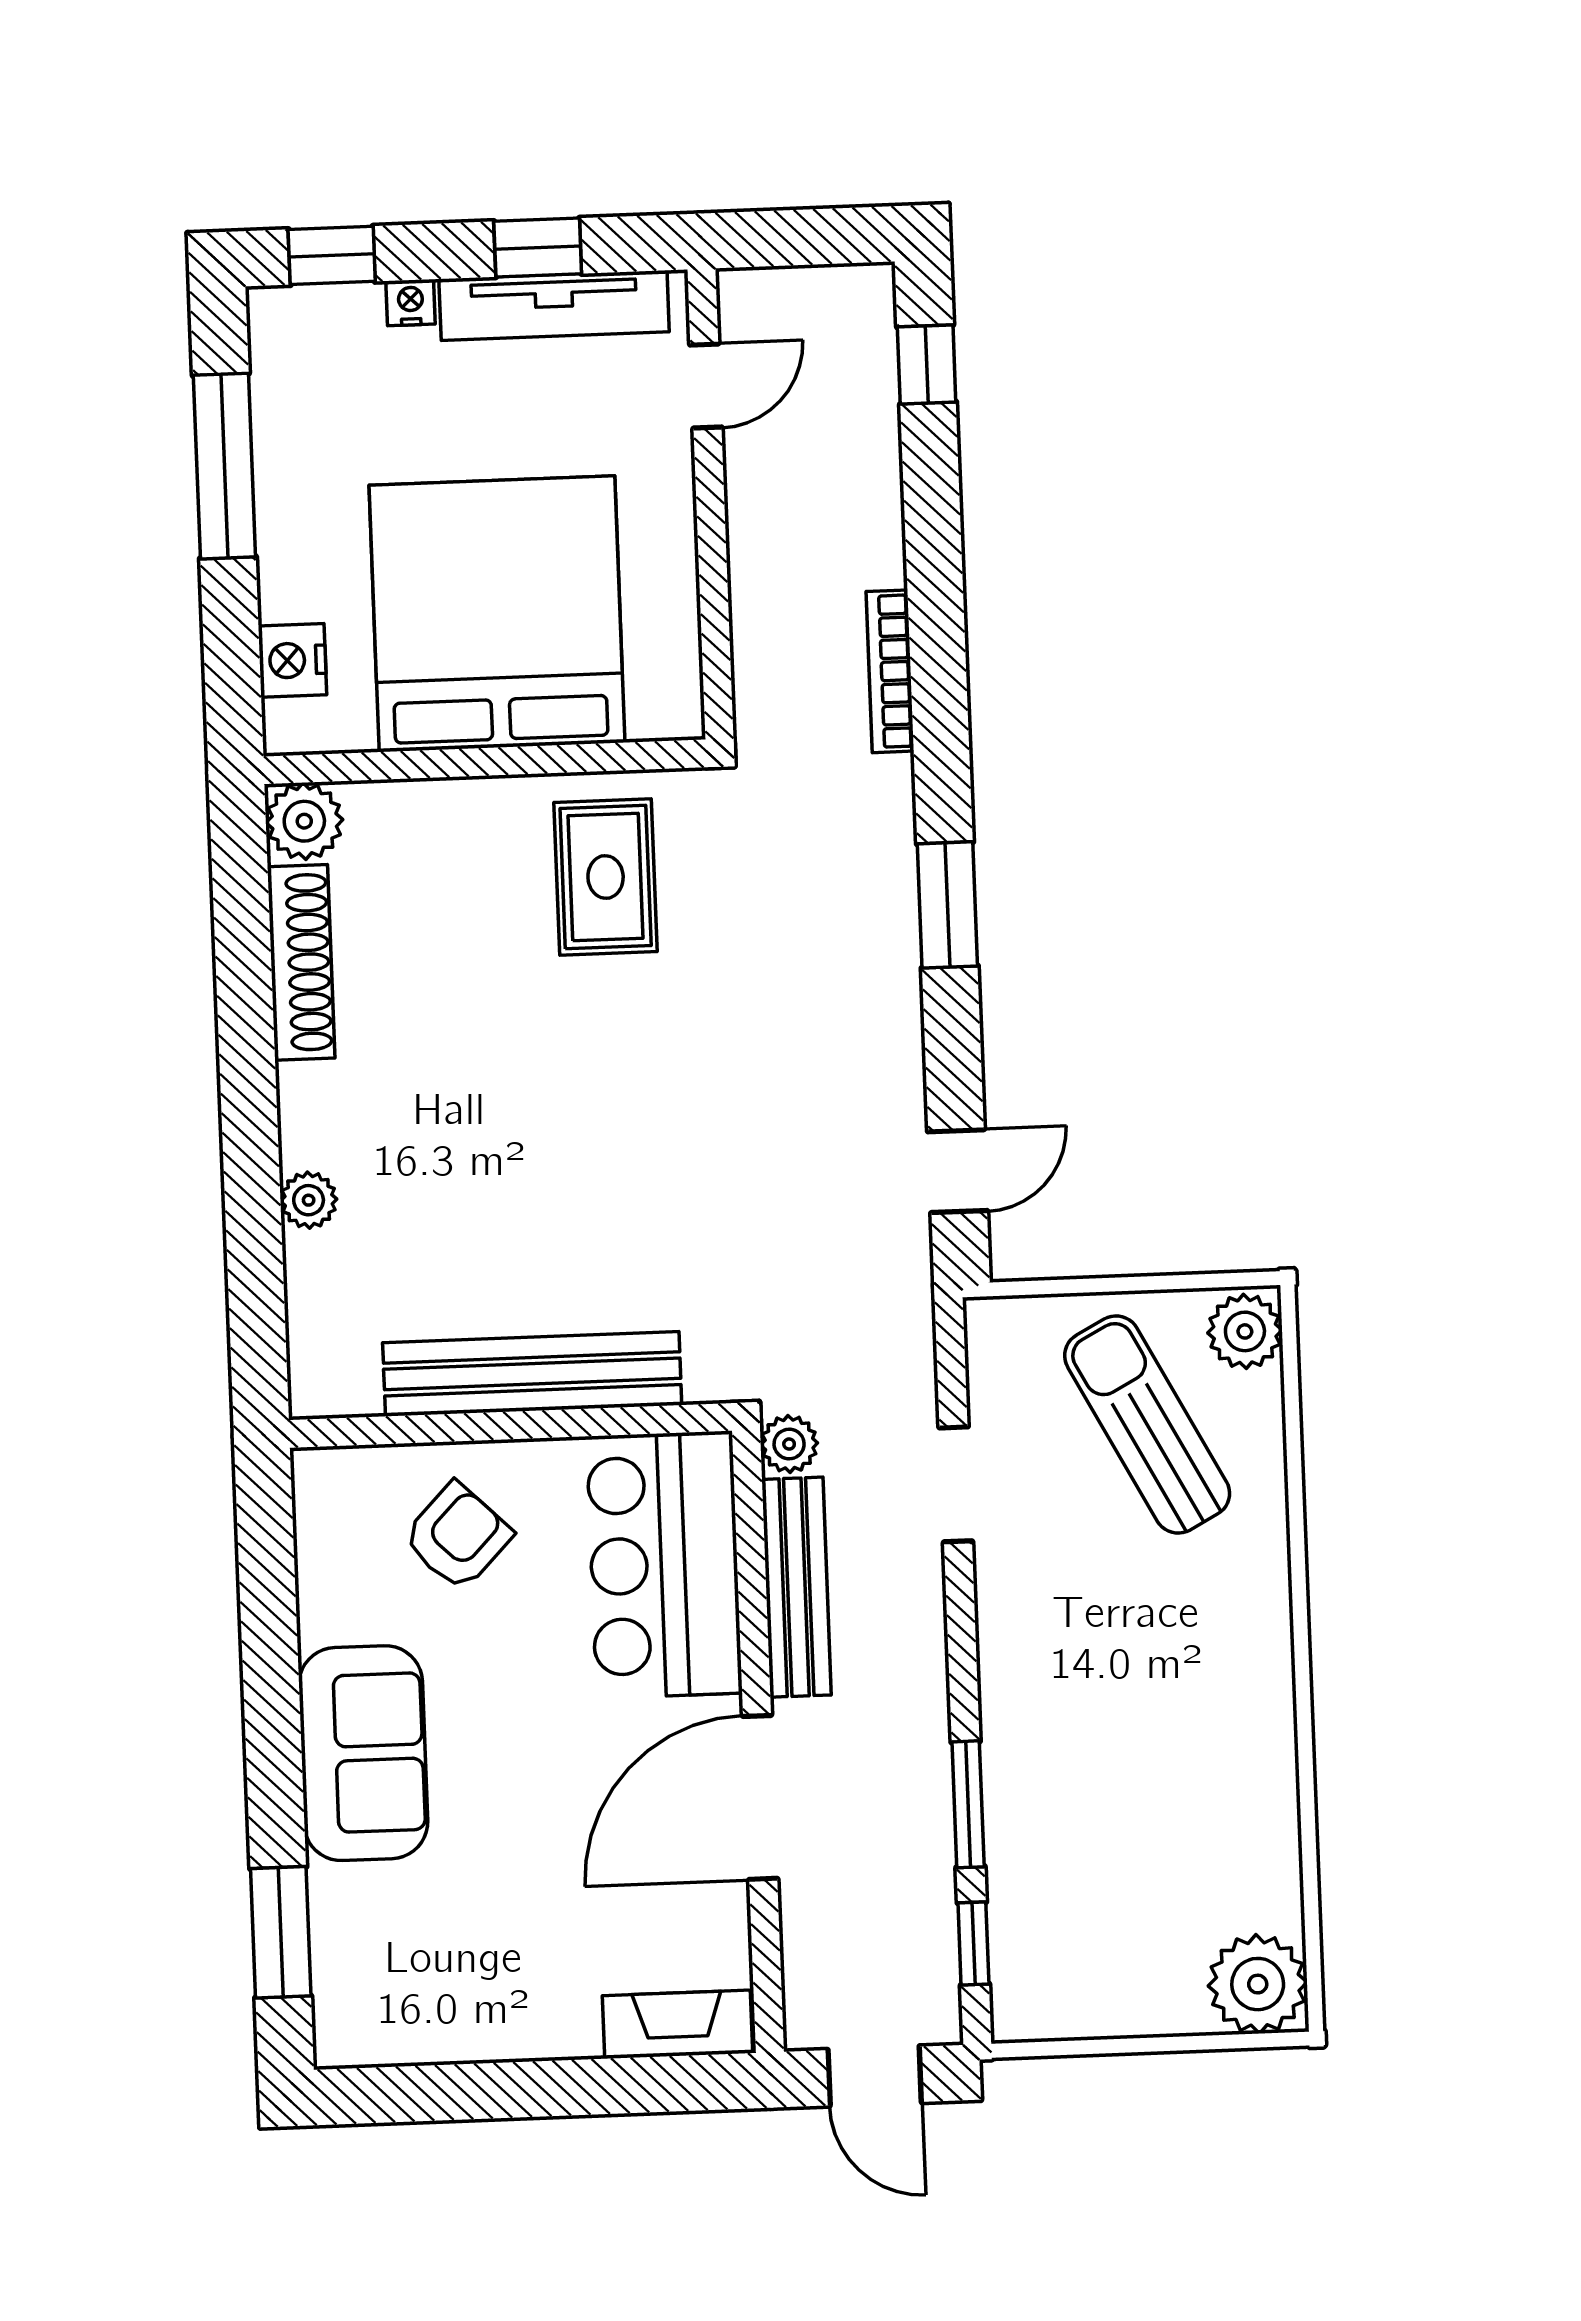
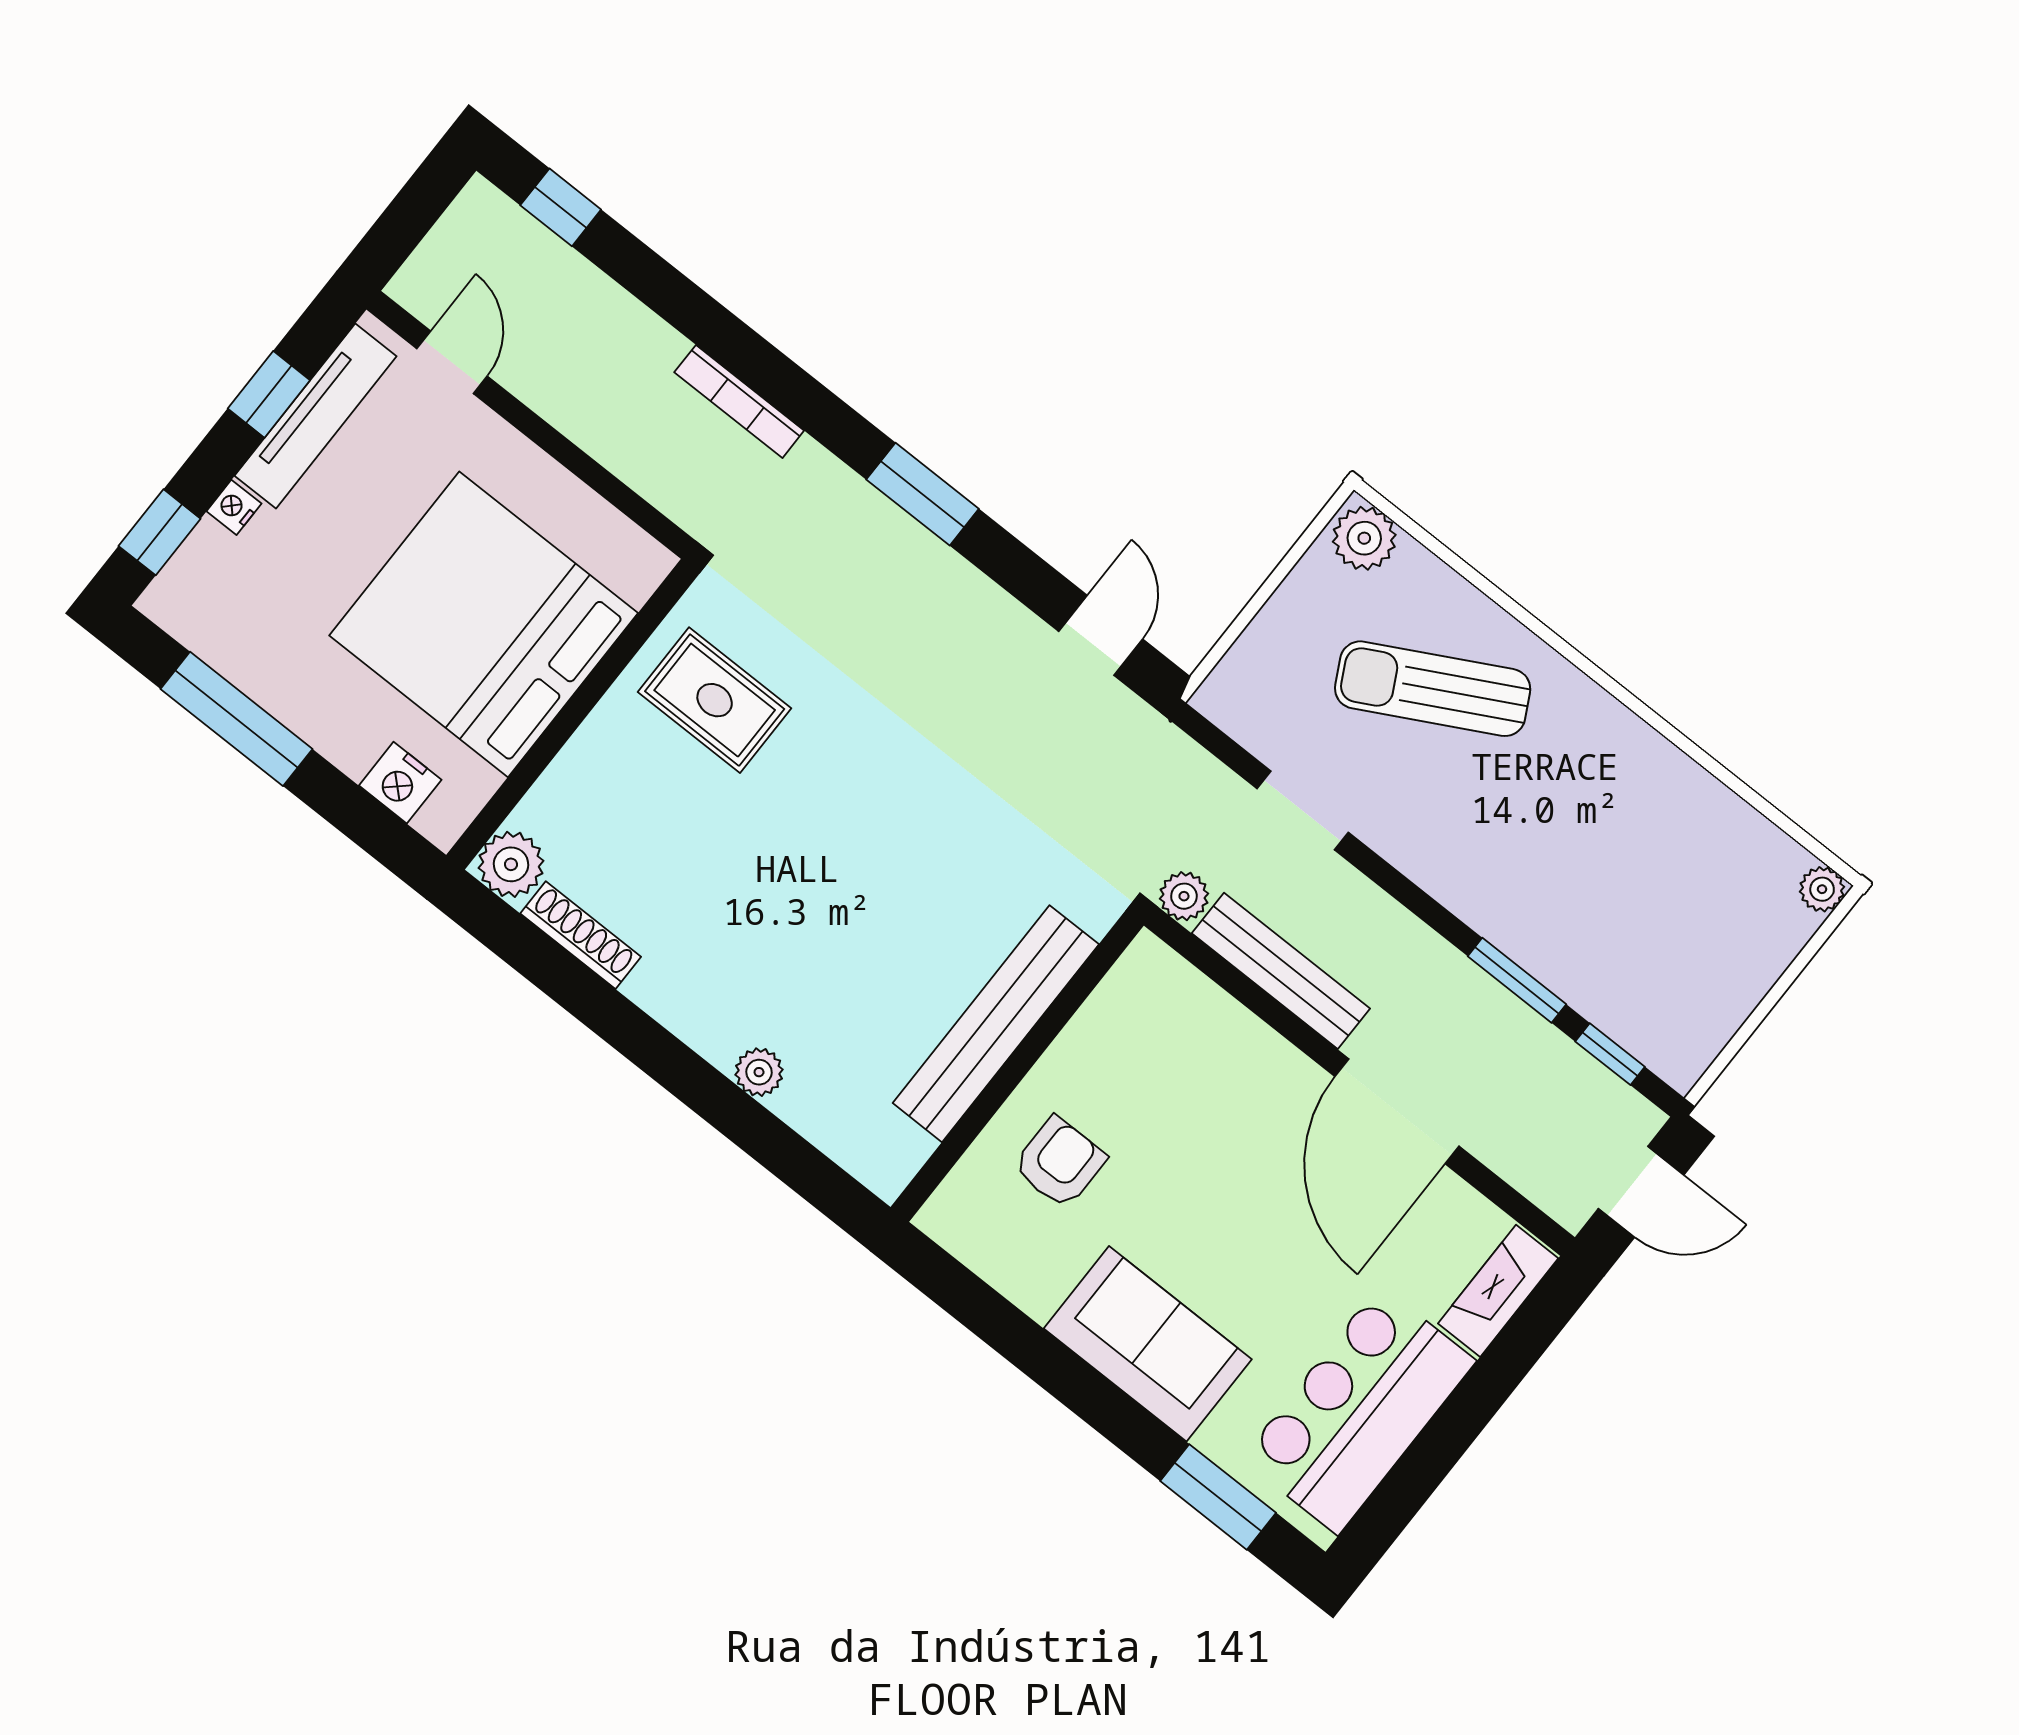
shoe rack: (301, 962) -> (581, 935), width x0.74, depth x0.81
sun lounger: (1147, 1424) -> (1433, 689), moved
armchair: (457, 1536) -> (1060, 1162), turned 46
bar counter: (664, 1565) -> (1359, 1410), moved, turned 90
plant: (1258, 1984) -> (1822, 889), width x0.53, depth x0.53

